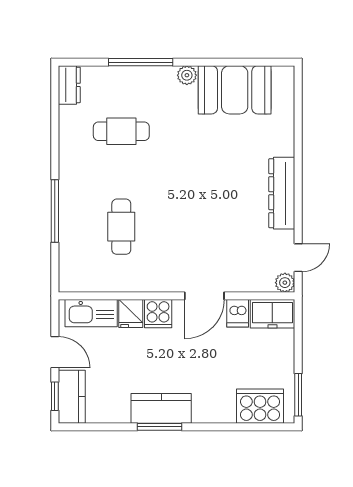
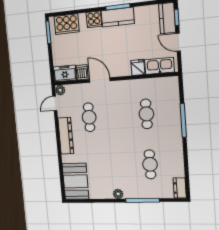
booth: (235, 90) -> (75, 181), moved, turned 90
cafe table: (121, 131) -> (150, 164), turned 90
cafe table: (232, 227) -> (89, 117), added
door: (204, 296) -> (100, 80), hinge flipped
cooker: (158, 314) -> (94, 19), moved, turned 180

